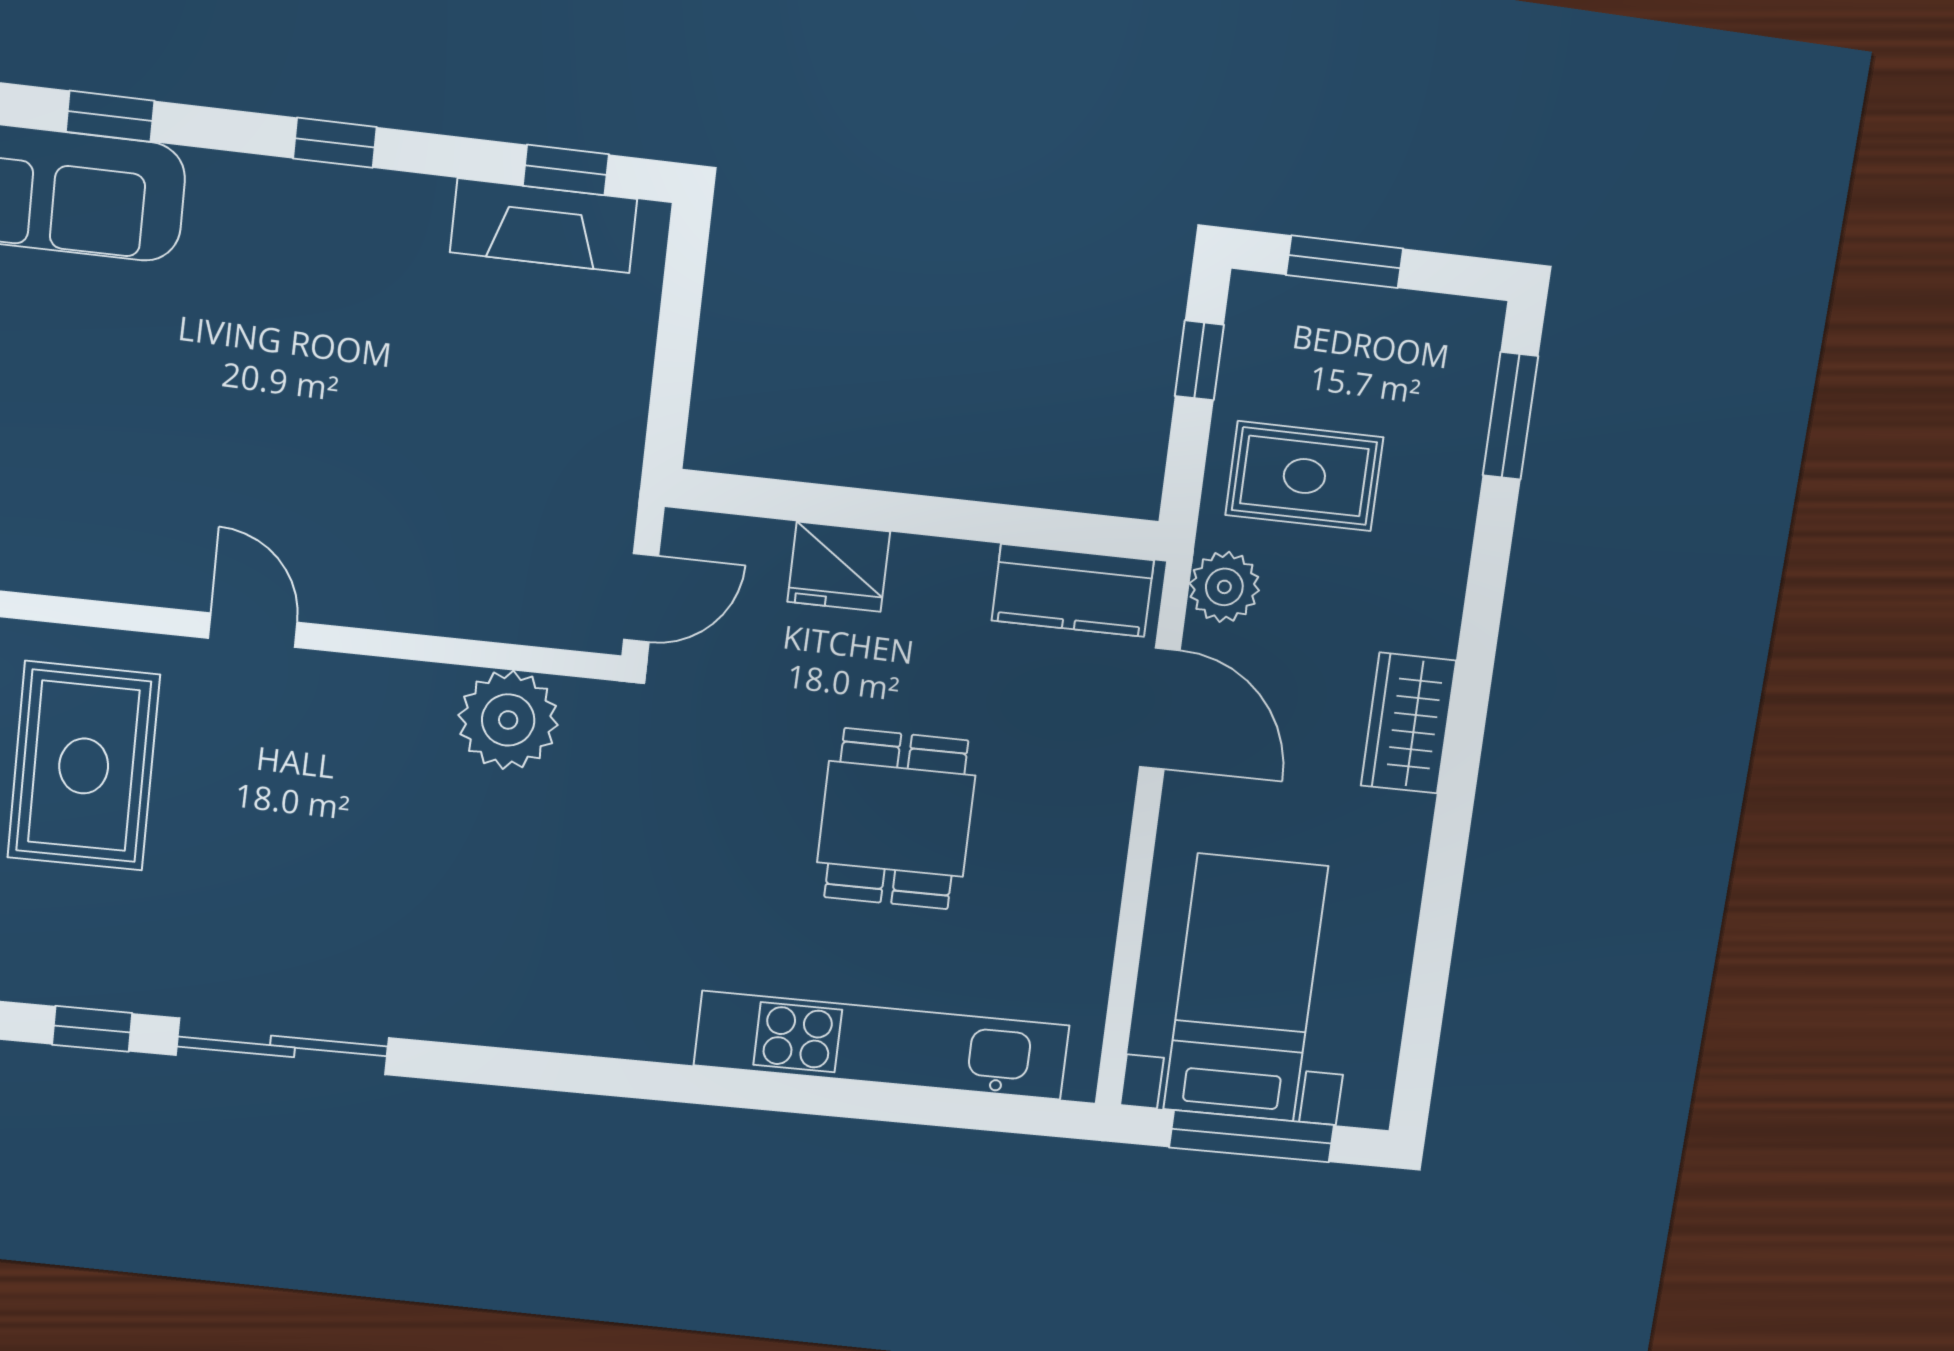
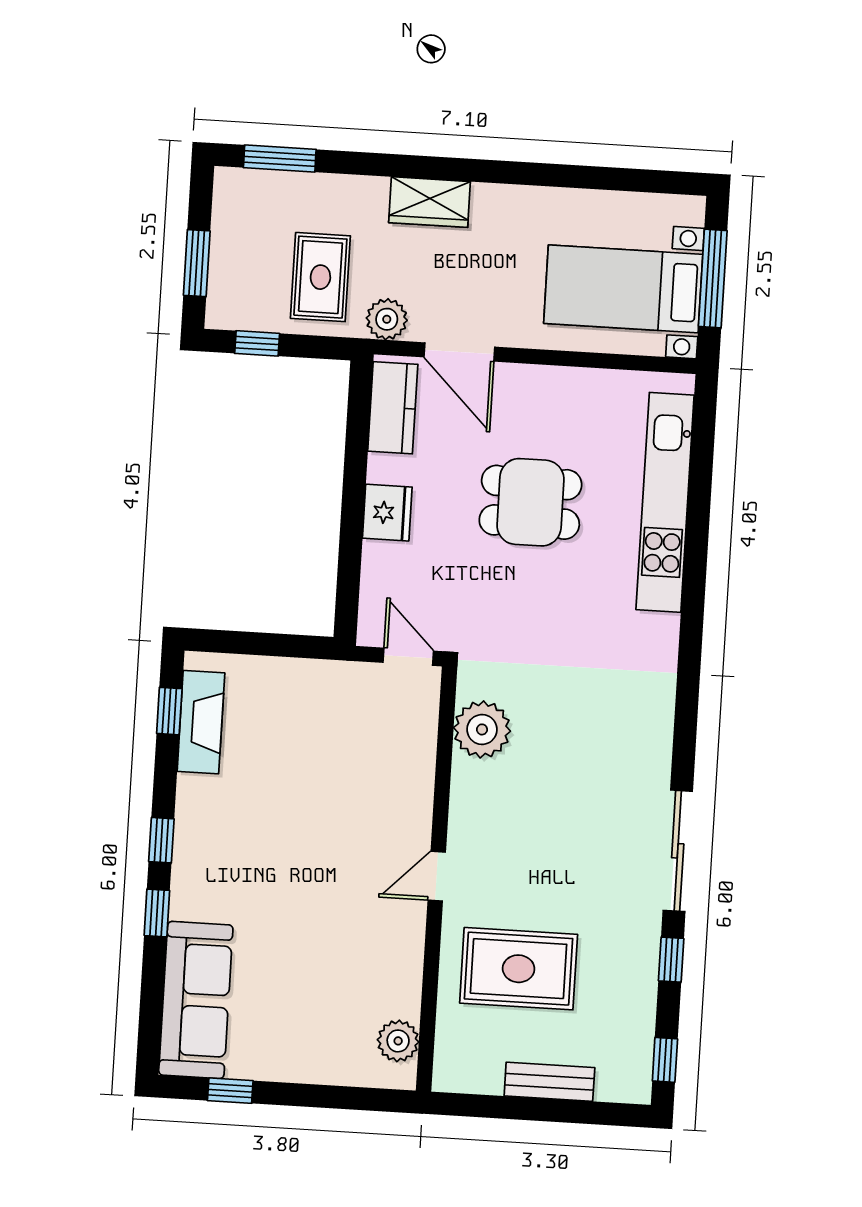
window: (110, 116) -> (157, 913), moved
fridge: (839, 567) -> (387, 513), moved
door: (1160, 709) -> (459, 352), swing flipped
wardrobe: (1408, 723) -> (430, 202), moved

